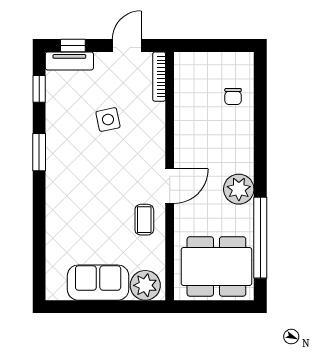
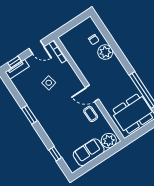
door: (127, 46) -> (36, 47), swing flipped
window: (39, 89) -> (55, 154), moved
door: (170, 186) -> (92, 93), swing flipped
plant: (239, 189) -> (105, 52), moved

